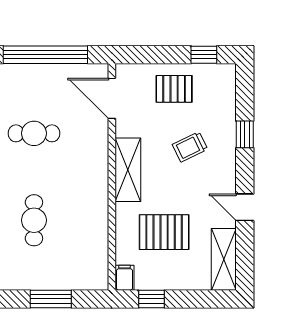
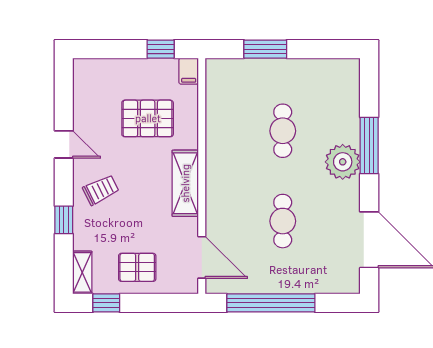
cafe table: (34, 133) -> (283, 221), turned 90
trolley: (190, 147) -> (101, 190), moved
shelving: (224, 259) -> (82, 272), moved, width x0.67, depth x0.75

